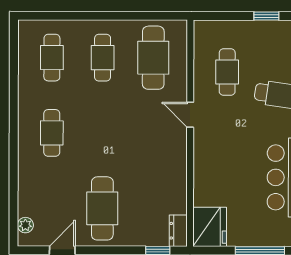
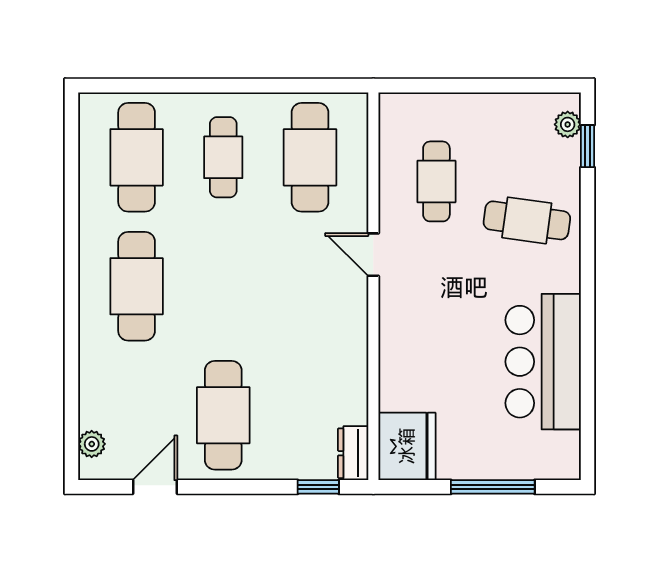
window: (266, 16) -> (503, 86), removed
cafe table: (52, 58) -> (137, 157), width x1.37, depth x1.35
cafe table: (52, 133) -> (137, 286), width x1.37, depth x1.35

